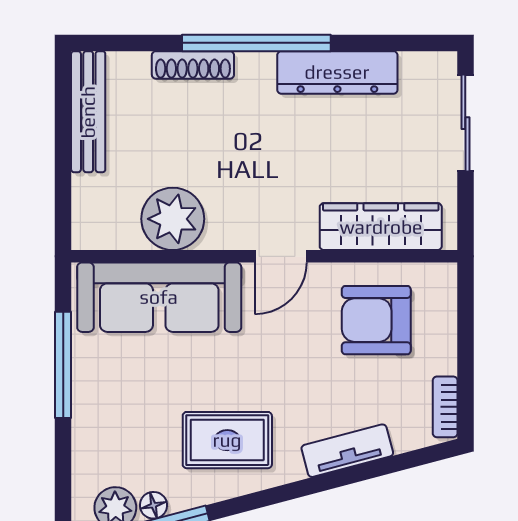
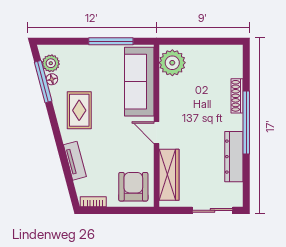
bench: (88, 112) -> (217, 52), removed
plant: (173, 219) -> (172, 63), moved
armchair: (376, 320) -> (133, 187), moved

